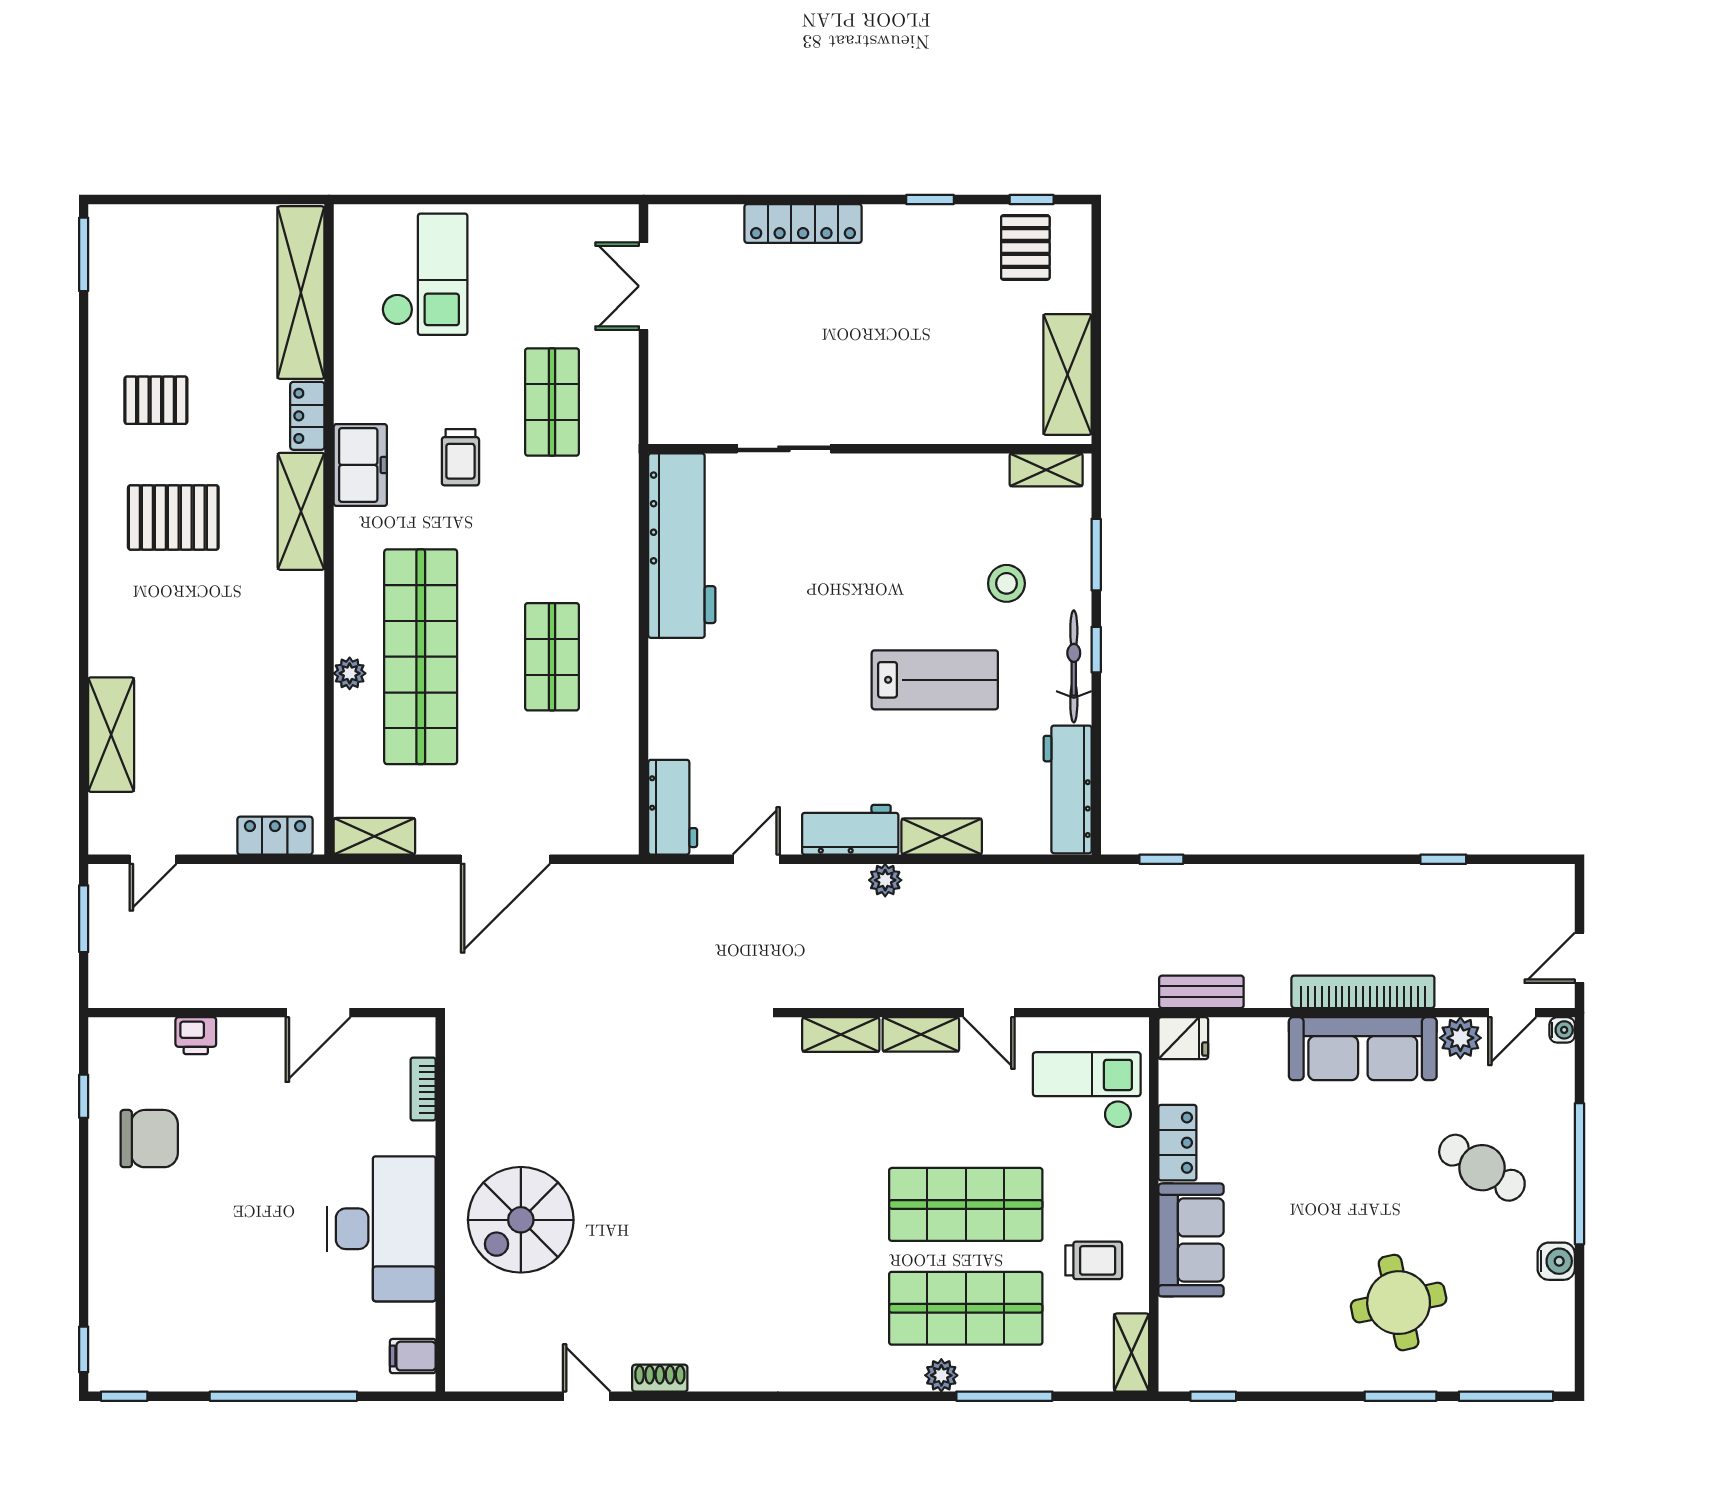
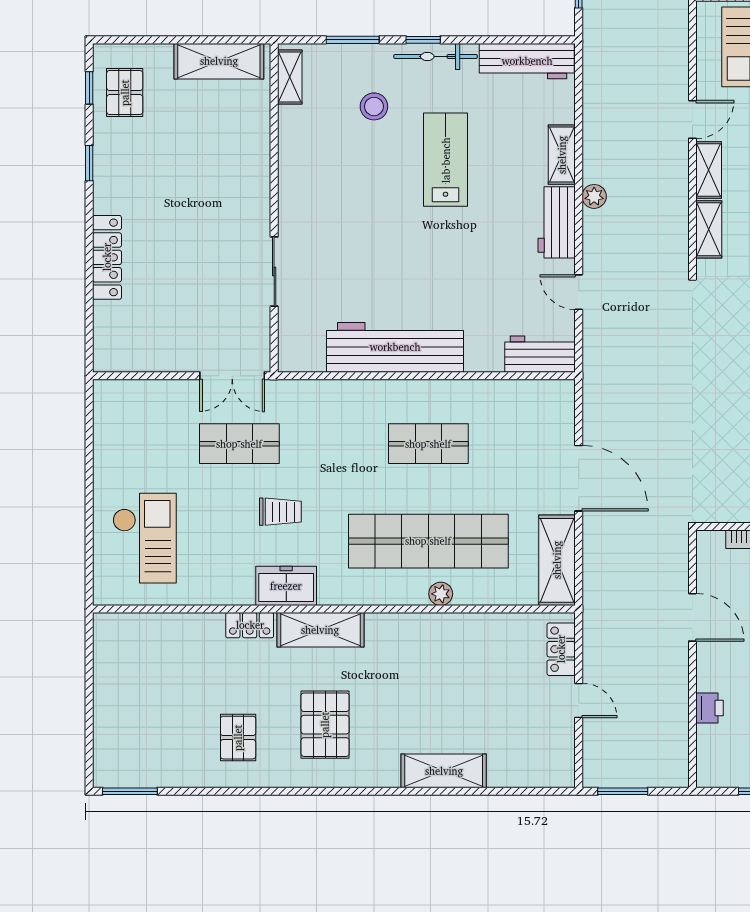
pallet: (1025, 247) -> (125, 93), turned 90
checkout: (425, 274) -> (145, 538), turned 90
double door: (644, 286) -> (232, 376), moved
shelving: (301, 293) -> (158, 630), removed
workbench: (682, 546) -> (395, 347), moved
shelving: (111, 735) -> (444, 771), moved
shelving: (374, 836) -> (557, 560), width x1.50, depth x1.33
door: (153, 859) -> (579, 700), moved

